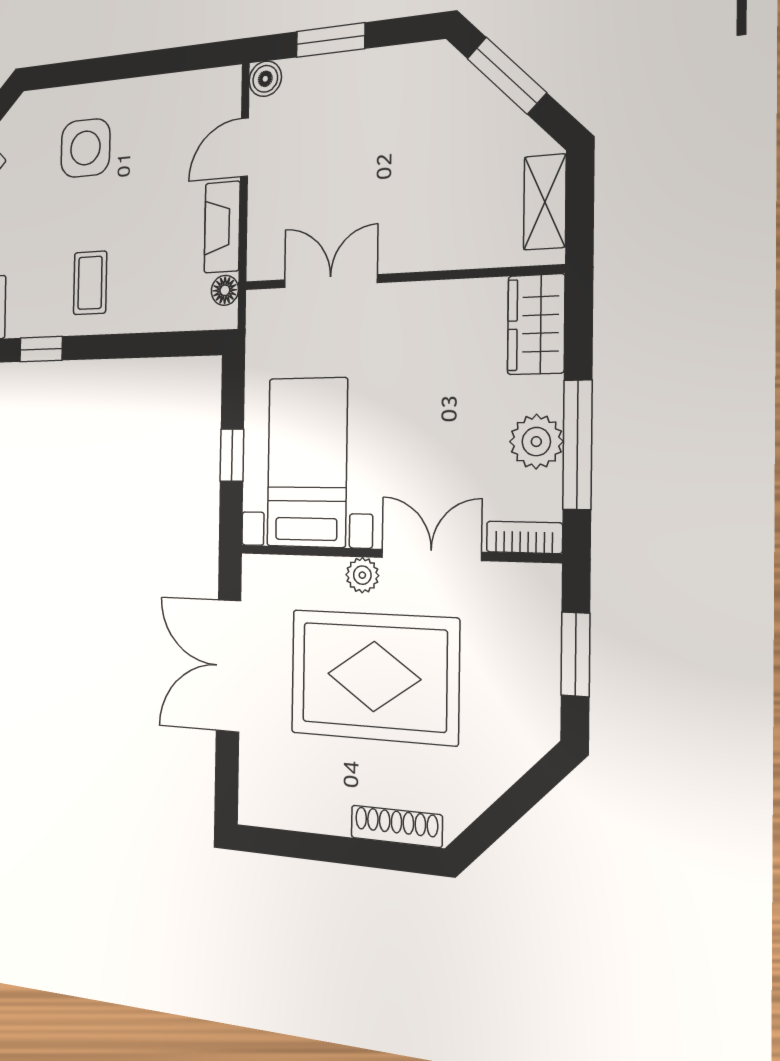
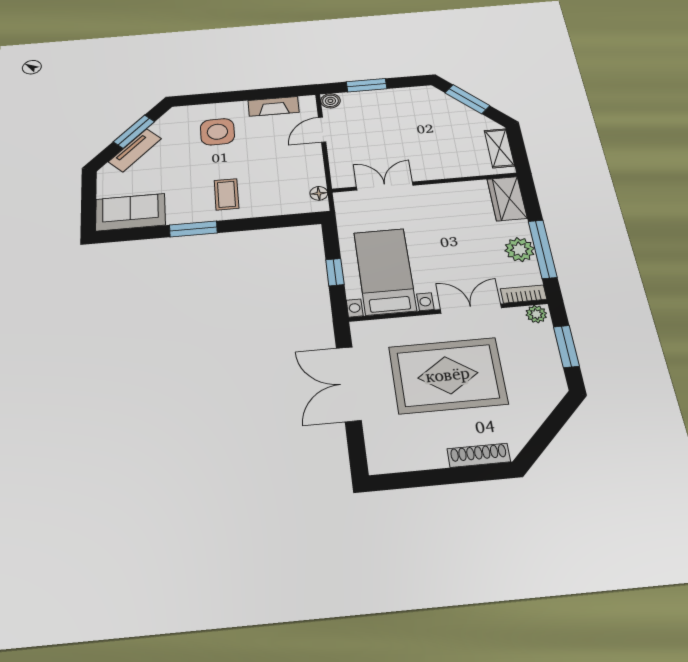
fireplace: (222, 227) -> (274, 106), moved, turned -90
window: (41, 349) -> (193, 229), width x1.50
plant: (362, 575) -> (536, 314), moved

